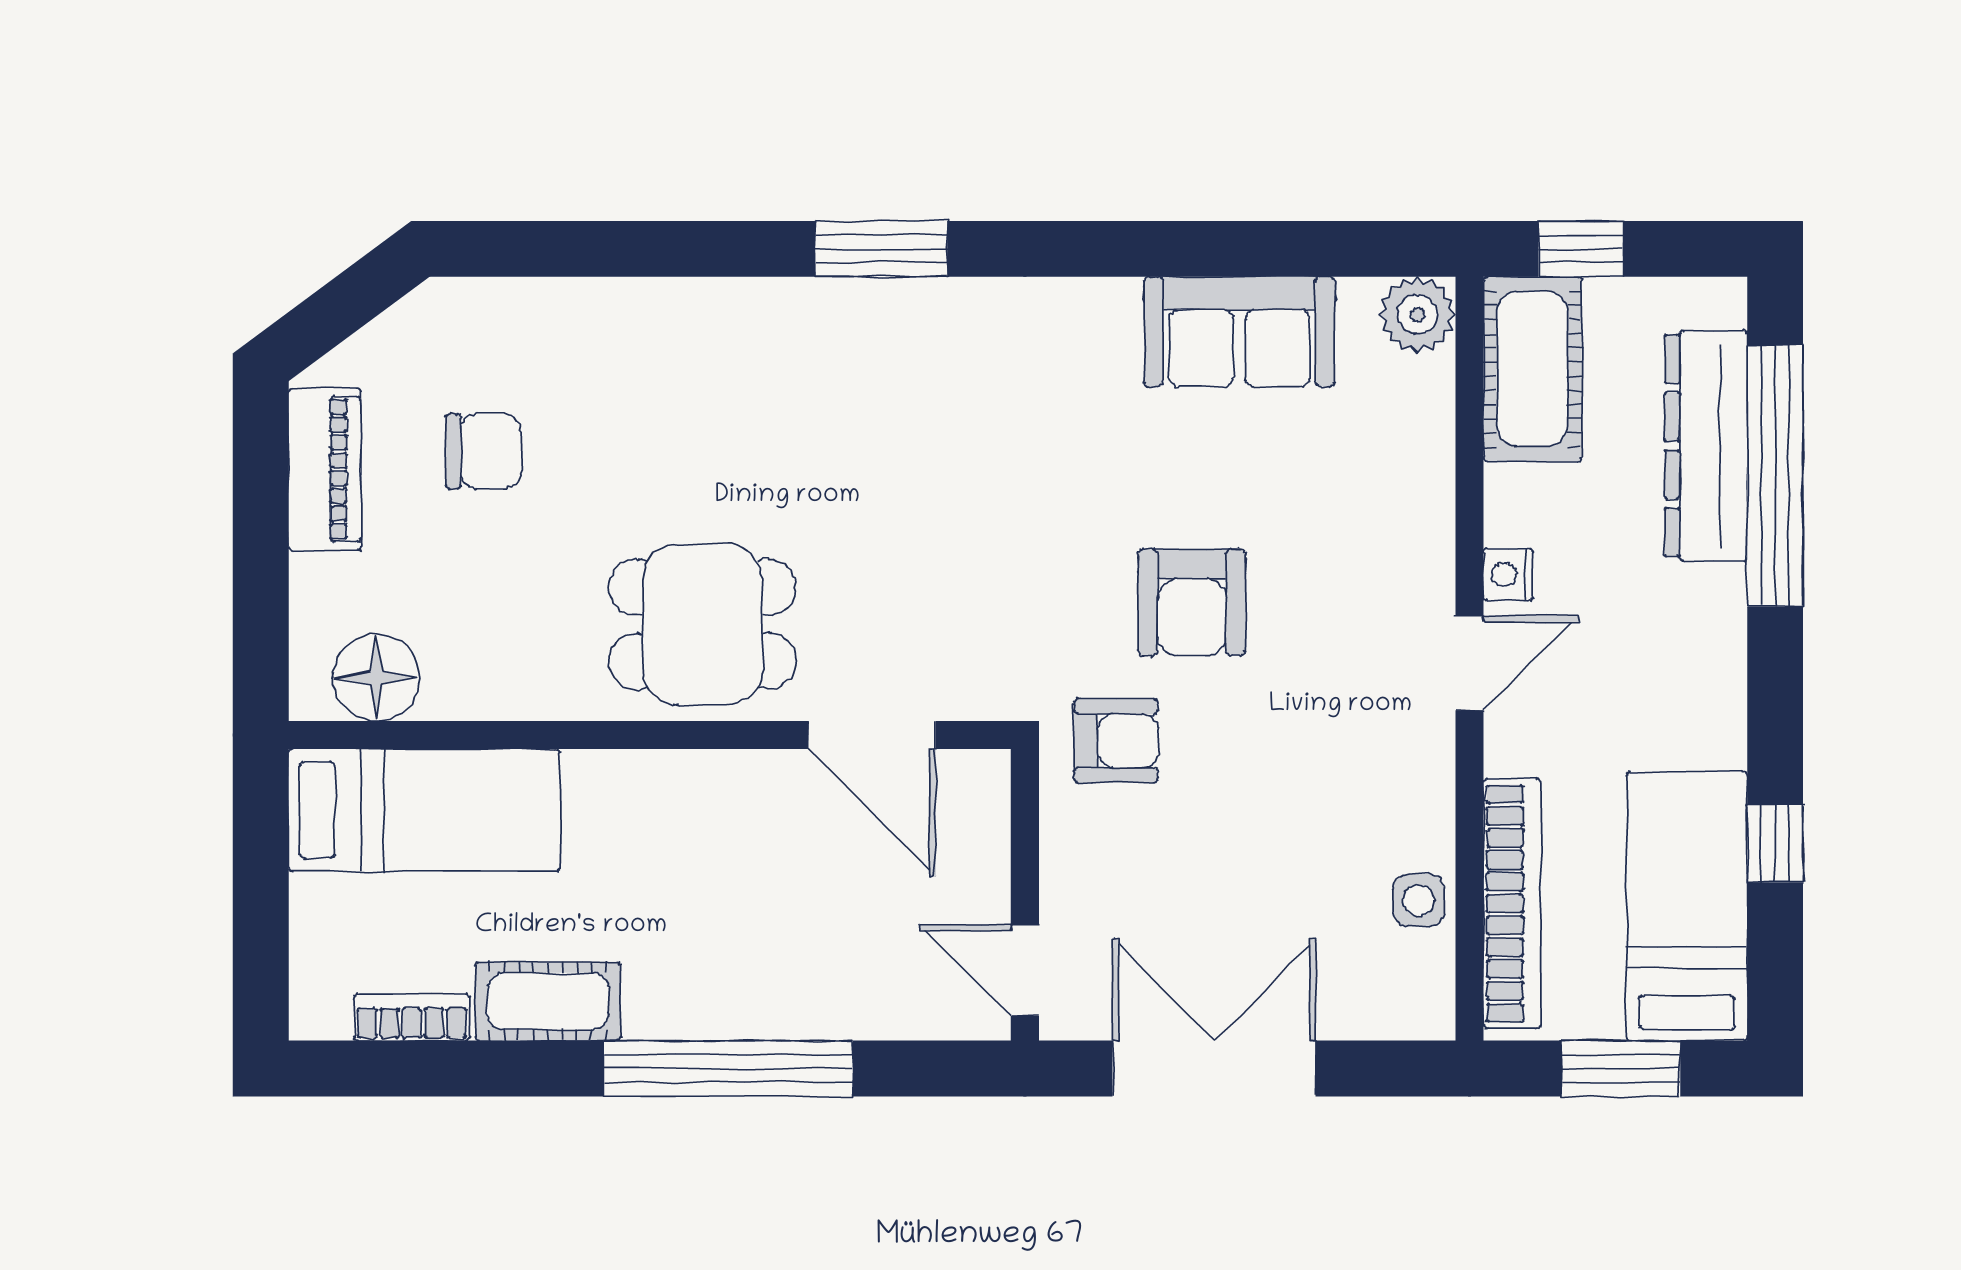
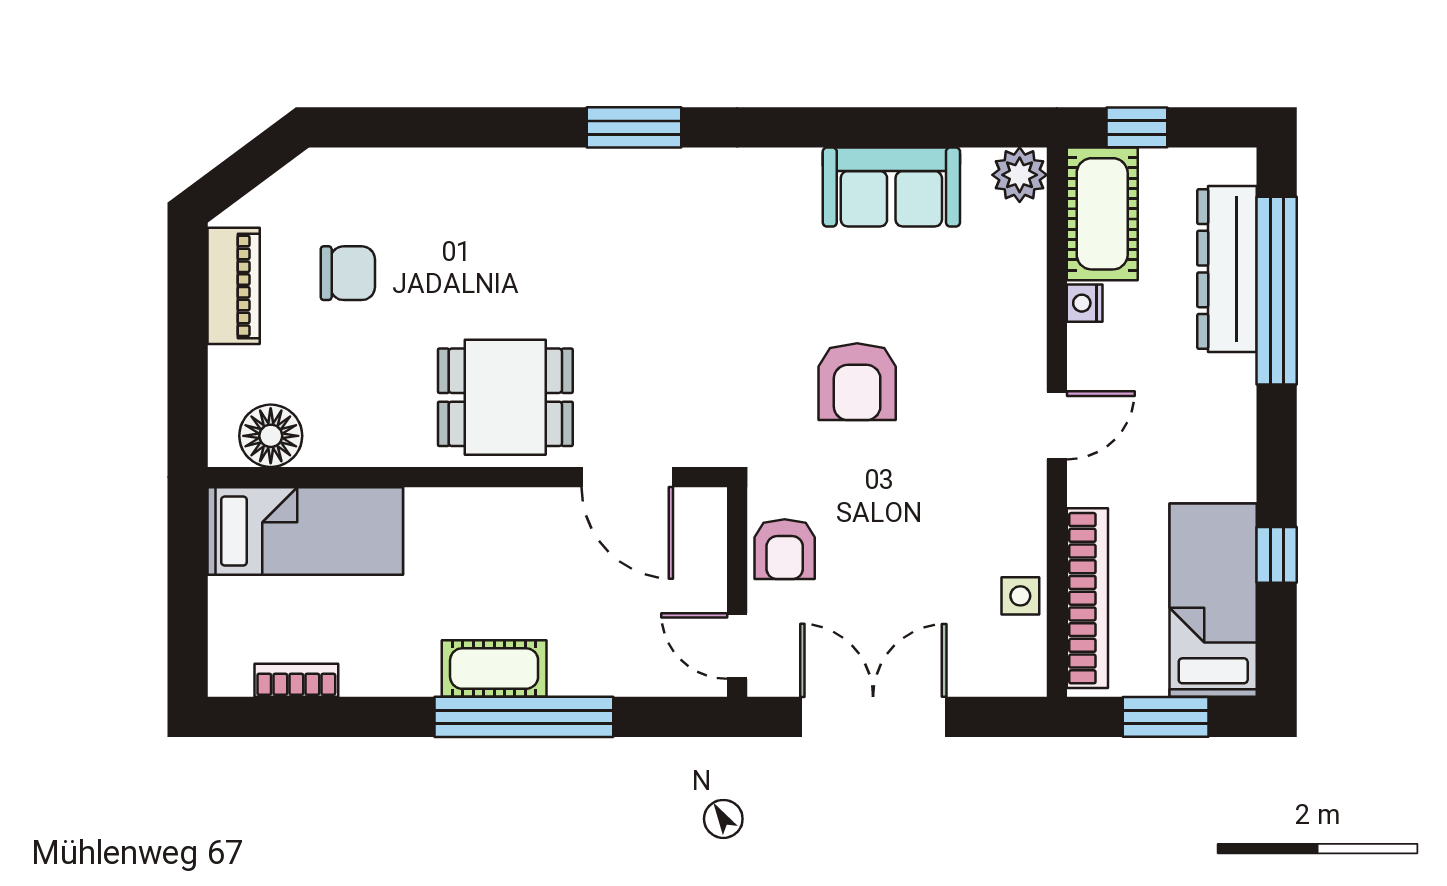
nightstand: (1508, 575) -> (1085, 303), moved
armchair: (1116, 741) -> (785, 549), moved, turned 90
cot: (548, 1001) -> (494, 669), moved

